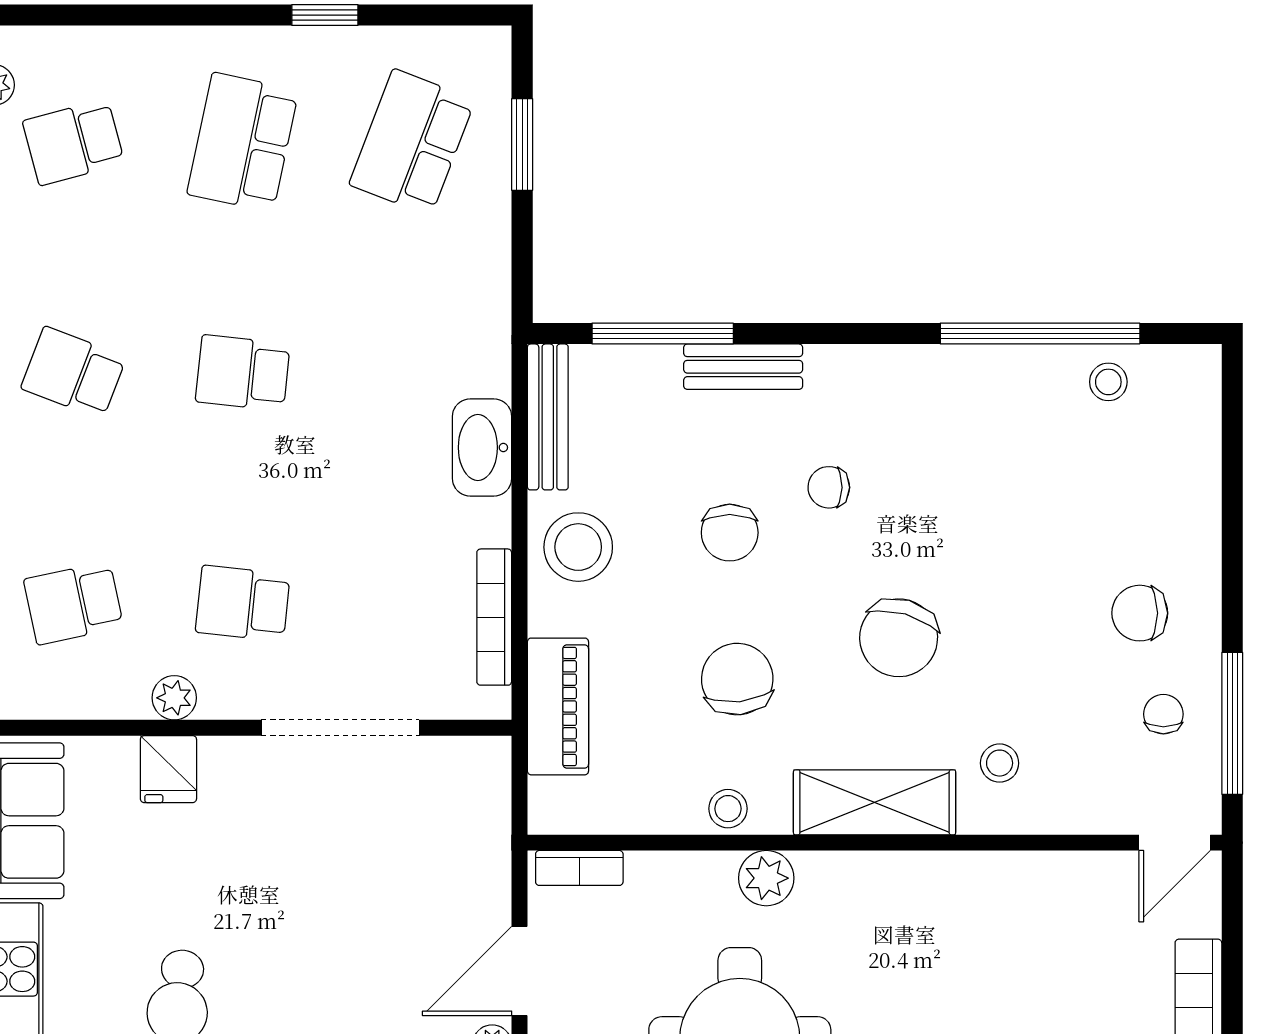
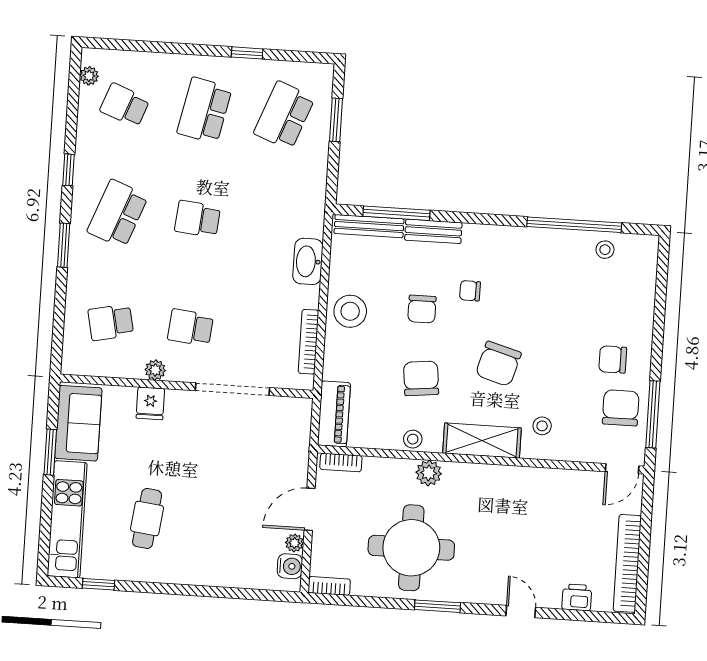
school desk: (73, 142) -> (125, 105), turned 36
school desk: (73, 373) -> (118, 214), width x1.85
bench: (548, 417) -> (369, 226), moved, turned 90
piano: (558, 706) -> (334, 414), moved
chair: (1163, 714) -> (621, 408), width x1.87, depth x1.87

